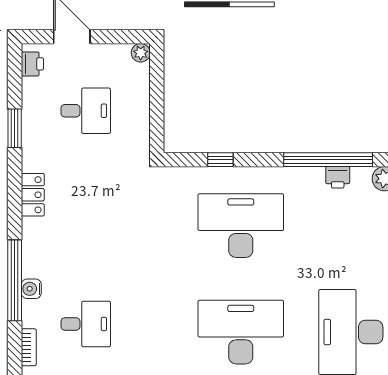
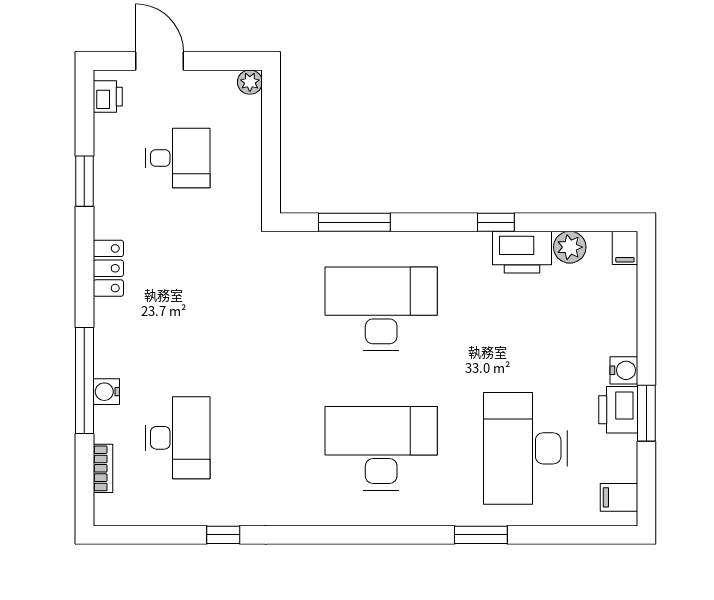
window: (220, 160) -> (354, 222), width x2.17
window: (328, 160) -> (496, 222), width x0.32
printer: (338, 177) -> (522, 252), width x1.87, depth x1.48
desk: (86, 324) -> (178, 438), width x1.37

